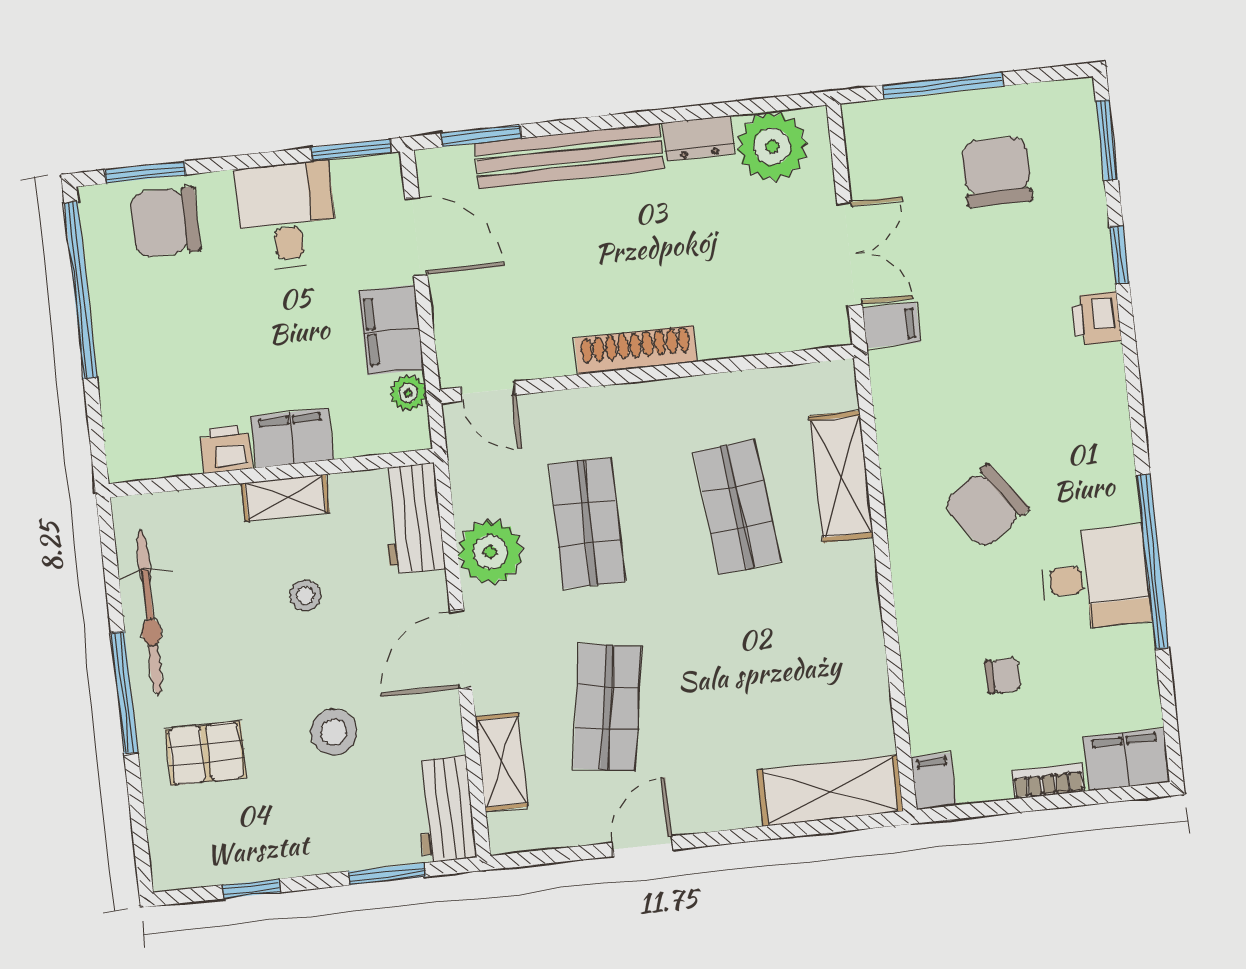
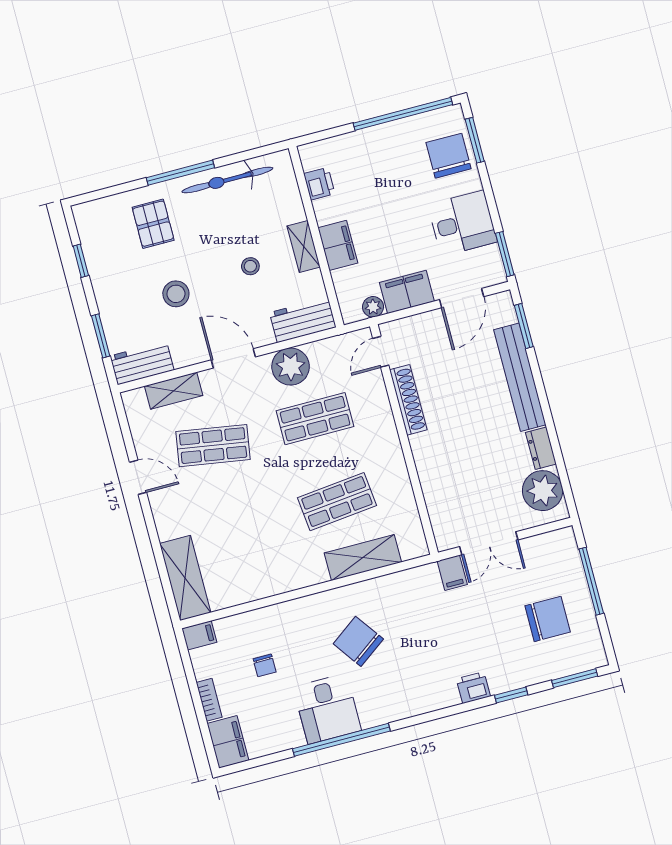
shoe rack: (636, 350) -> (408, 400), moved
printer: (226, 449) -> (319, 184), moved

